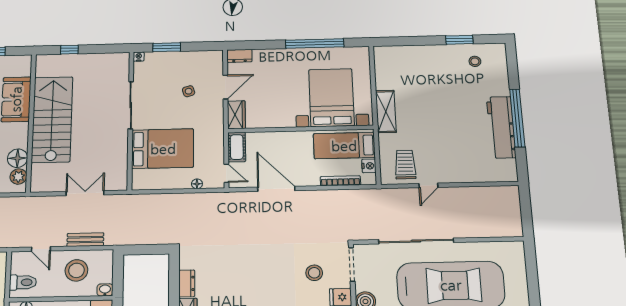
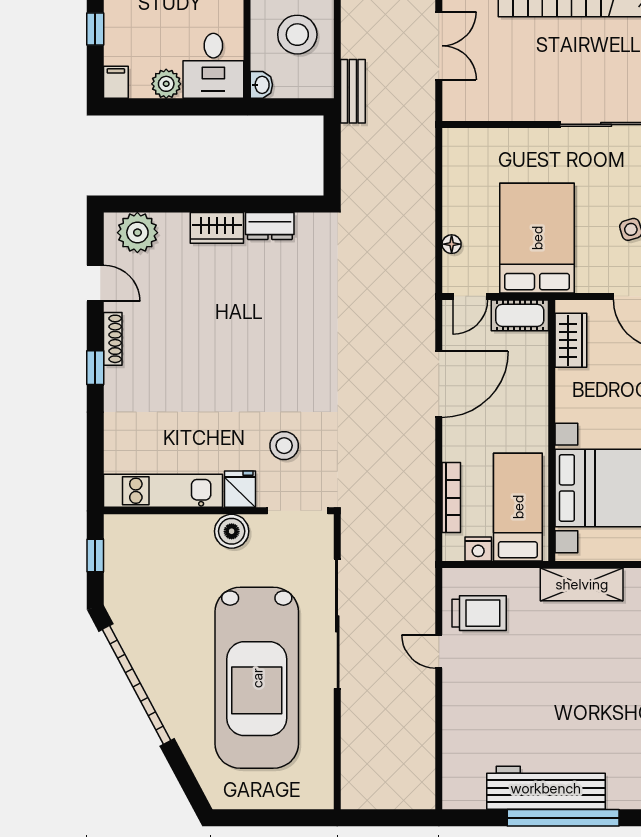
wardrobe: (236, 115) -> (571, 340), moved, turned -90
bed: (163, 149) -> (537, 238), moved, turned 180
bench: (85, 240) -> (353, 91), moved

